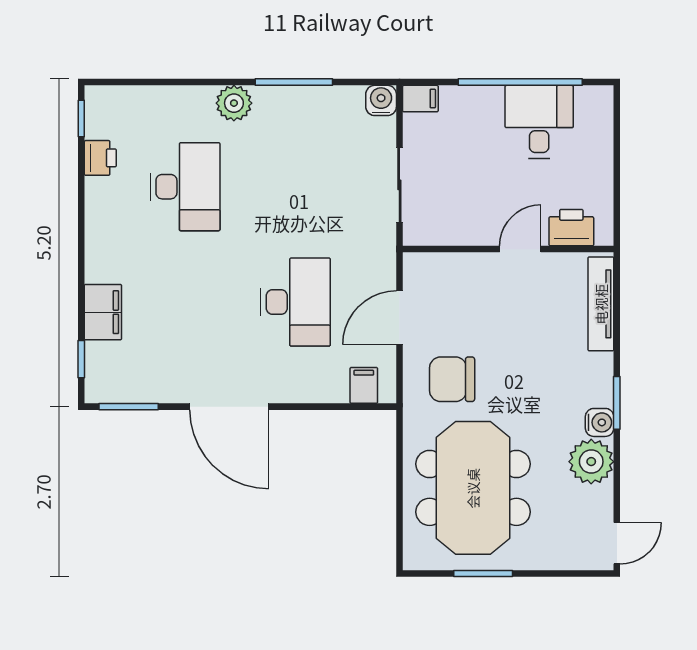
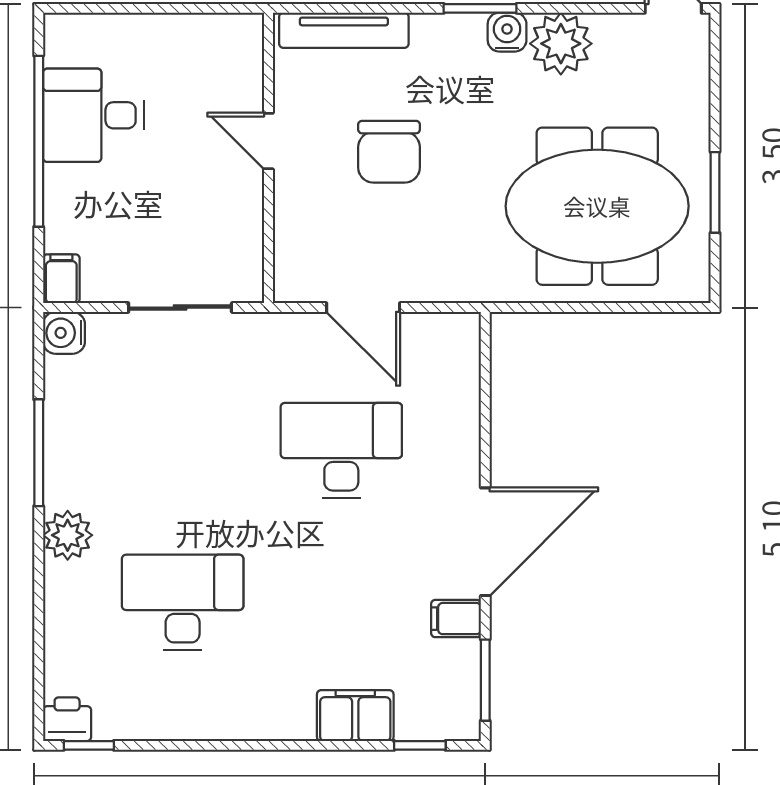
printer: (100, 158) -> (67, 719), moved
printer: (571, 228) -> (239, 71), removed
chair: (452, 379) -> (389, 152), moved
filing cabinet: (364, 385) -> (456, 619), moved

